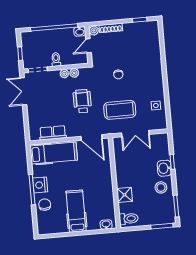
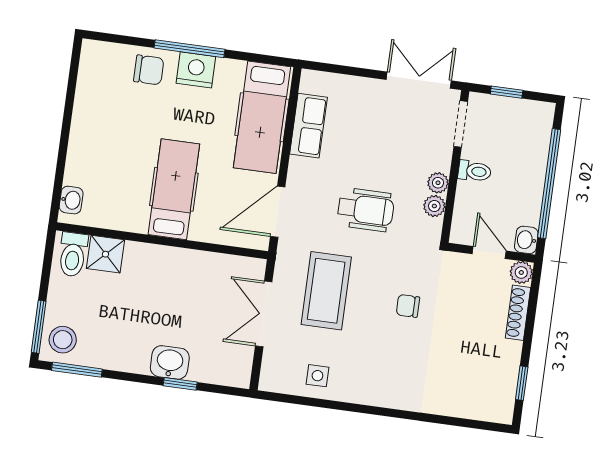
stool: (161, 187) -> (63, 340), moved
shower: (124, 195) -> (105, 254), moved
hospital bed: (76, 211) -> (174, 189), moved, turned -90

